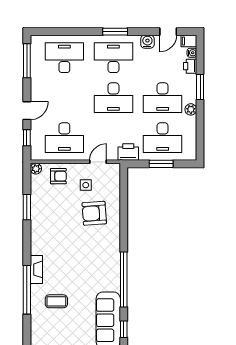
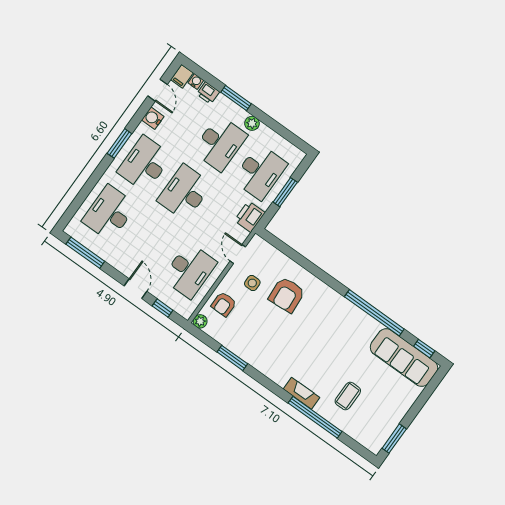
desk: (113, 98) -> (185, 193), turned 180
armchair: (58, 176) -> (224, 304), turned 180

